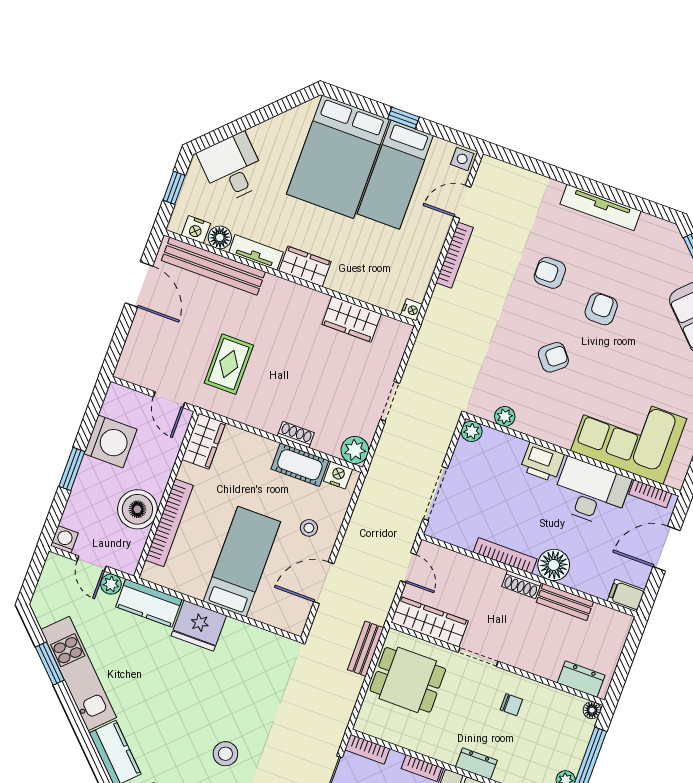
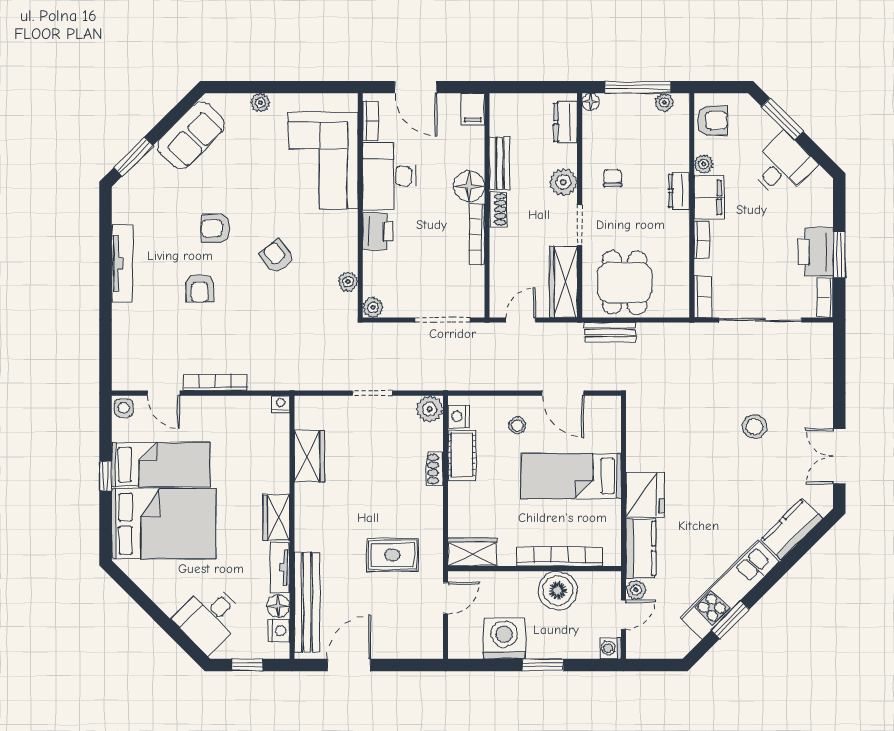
plant: (525, 656) -> (563, 182), added

